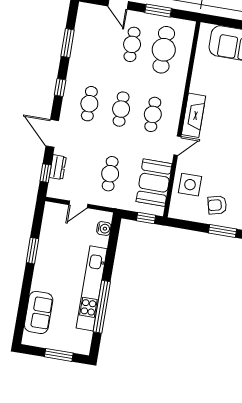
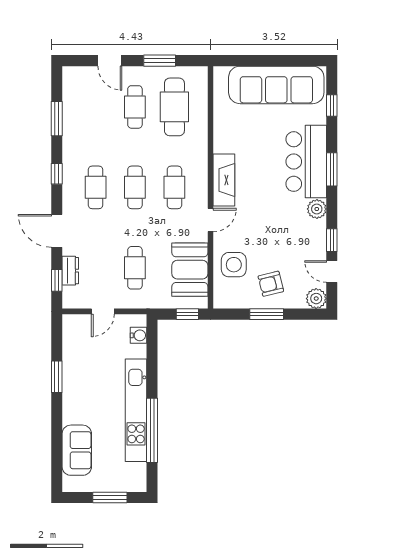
window: (222, 231) -> (267, 314), moved

